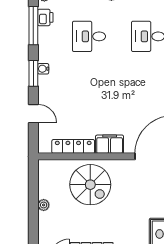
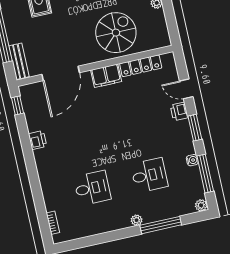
printer: (45, 17) -> (179, 111), moved
water cooler: (43, 69) -> (192, 160), moved
spiral stairs: (90, 185) -> (116, 33), turned 90

